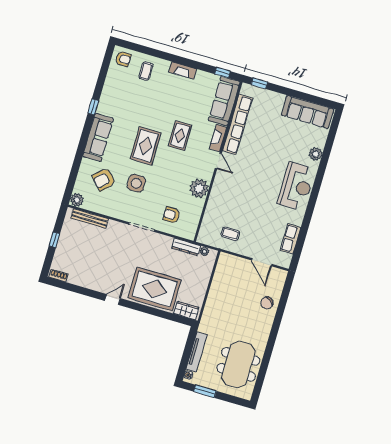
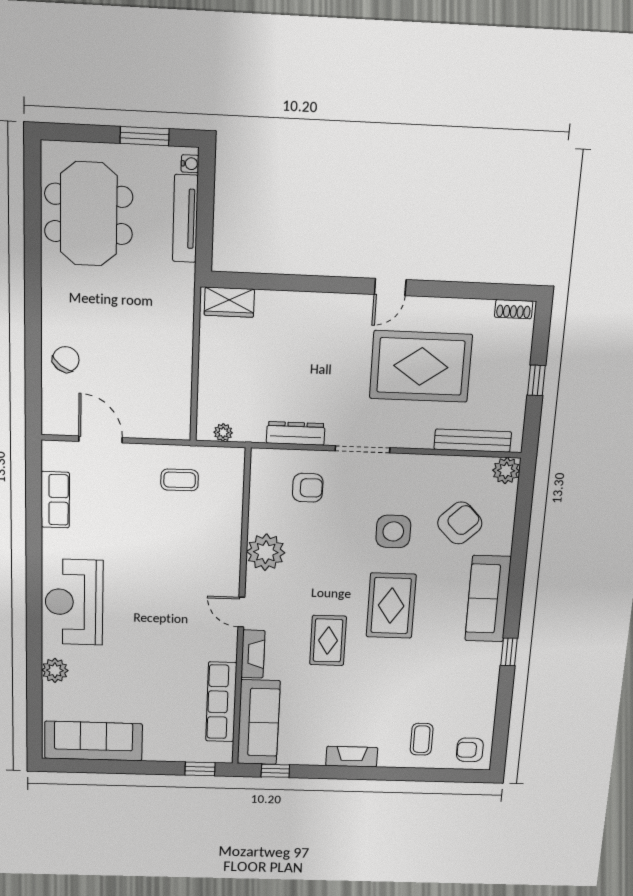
row of seats: (238, 124) -> (221, 702), width x0.73
dresser: (186, 247) -> (296, 433), moved
rug: (155, 289) -> (421, 366), moved

